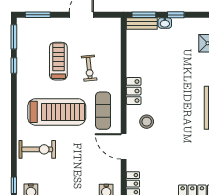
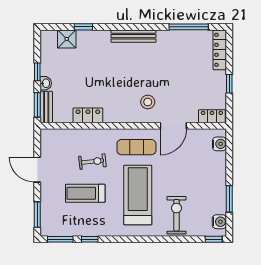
locker: (134, 91) -> (88, 115), moved

